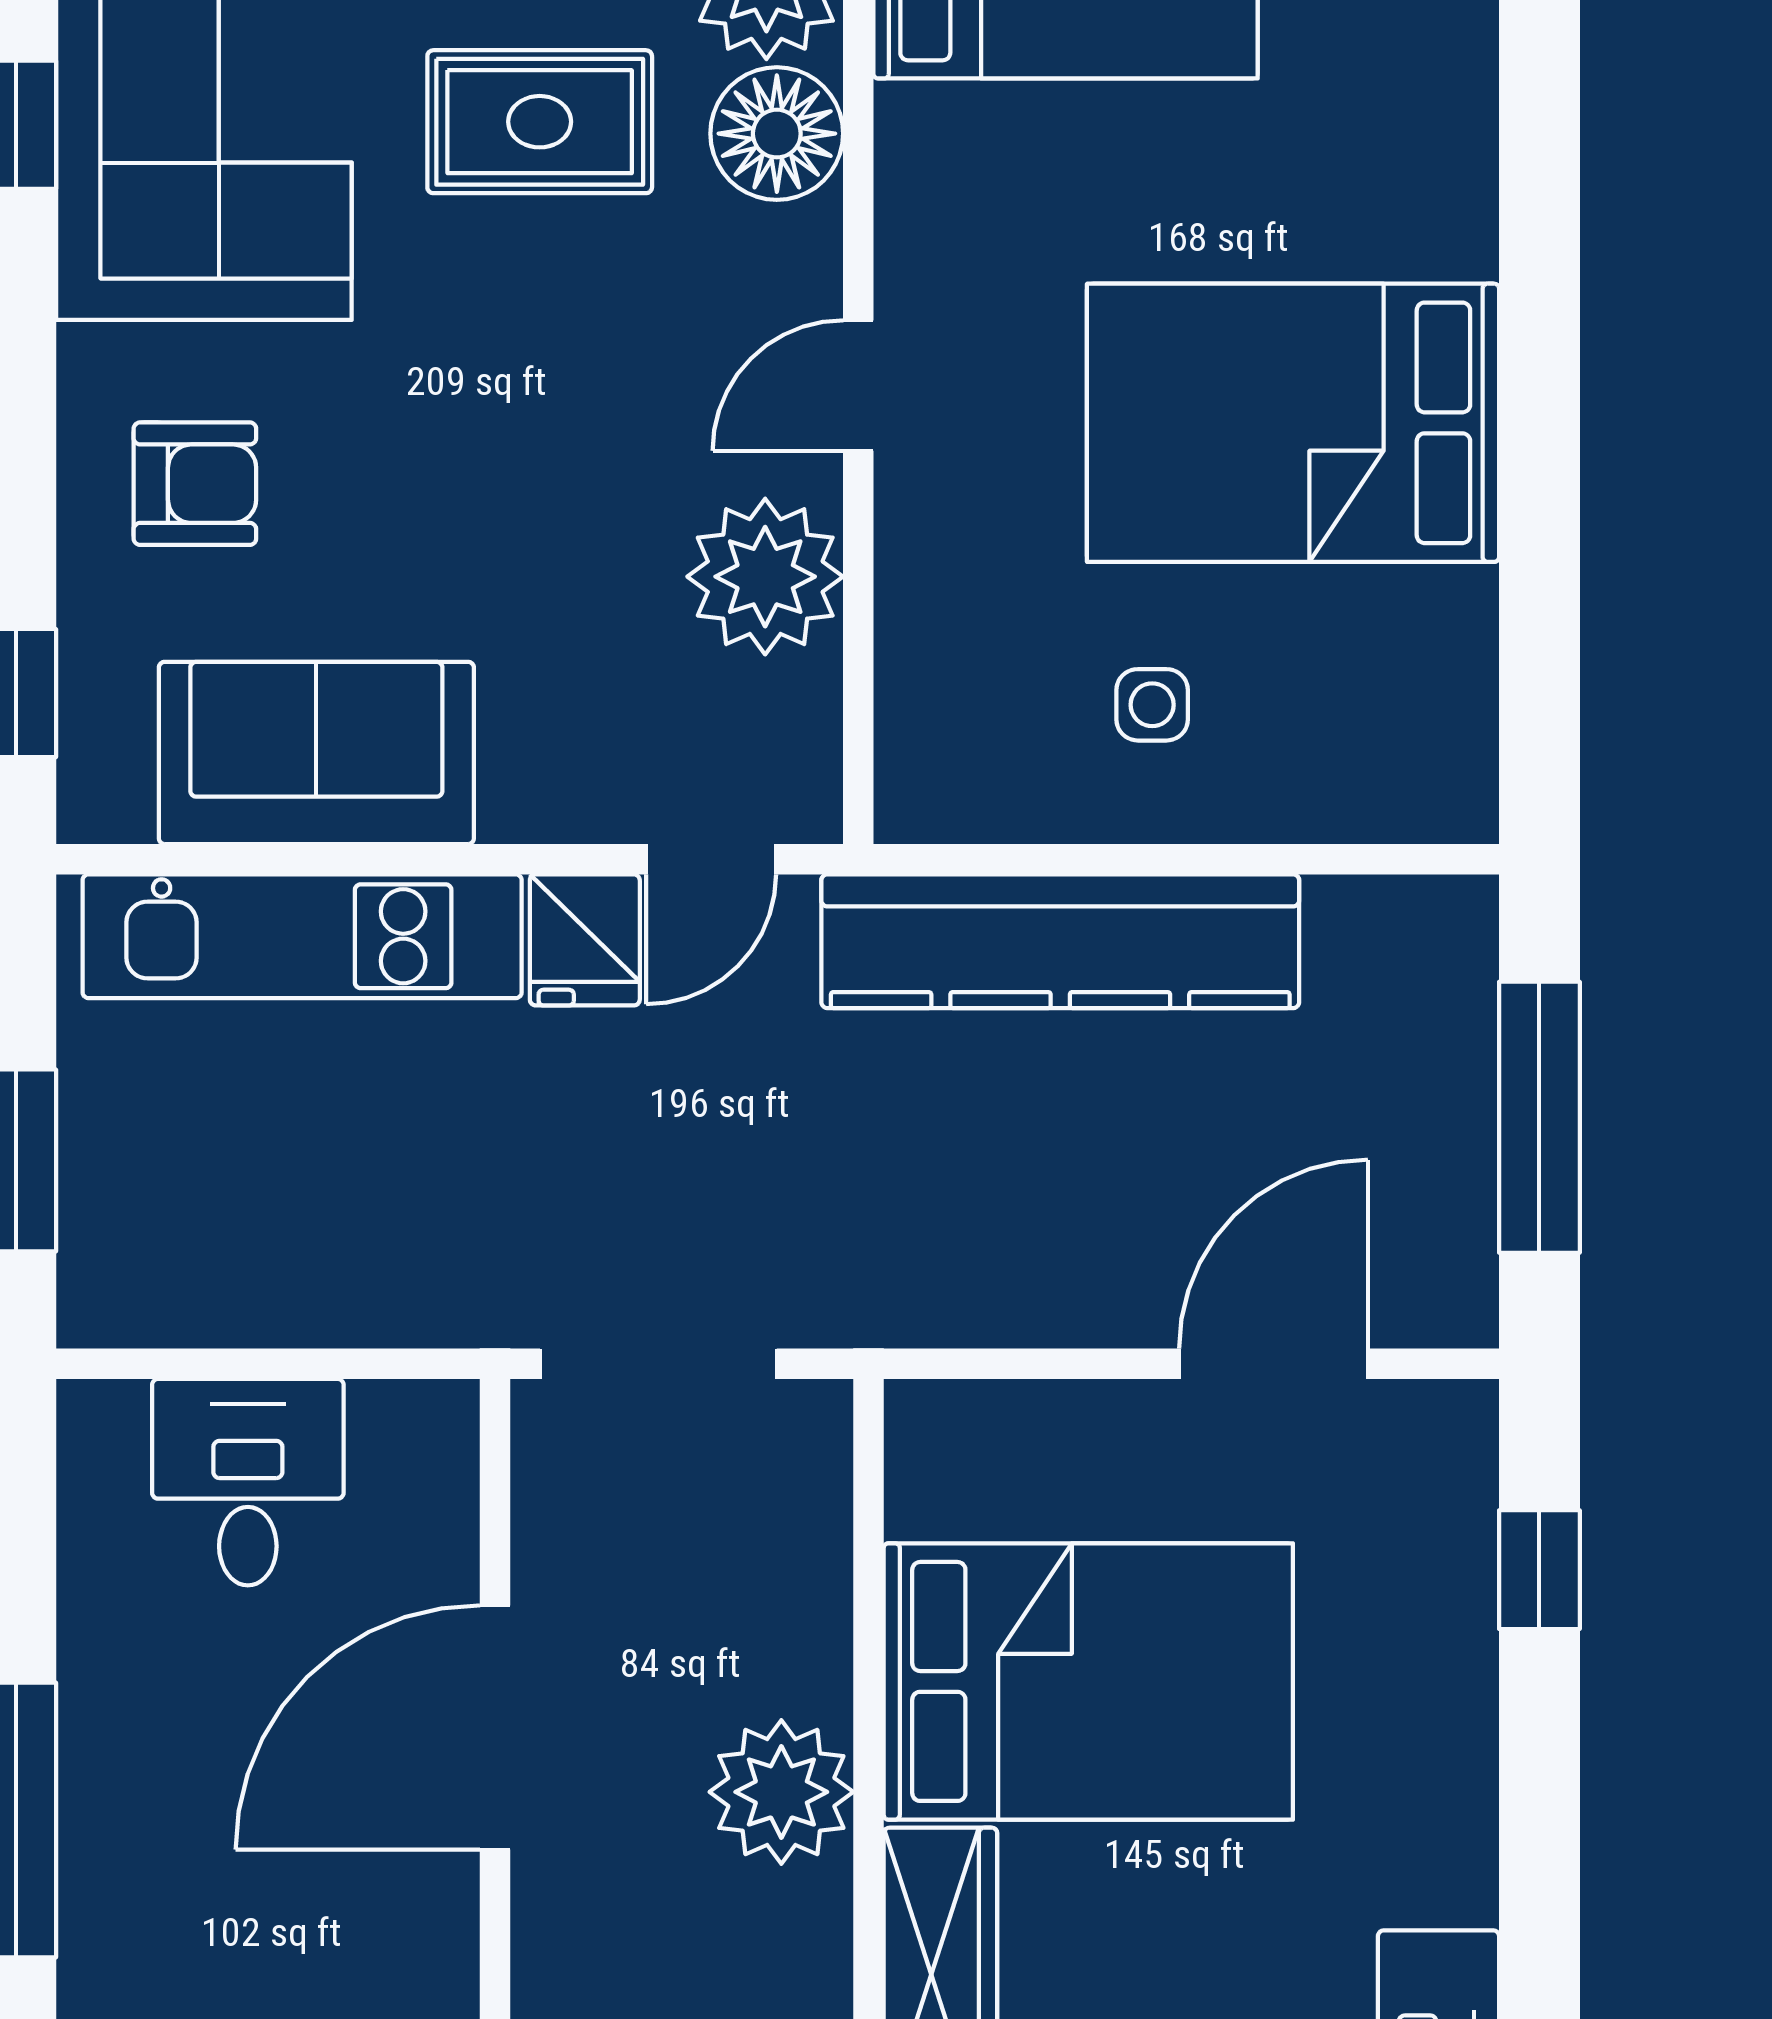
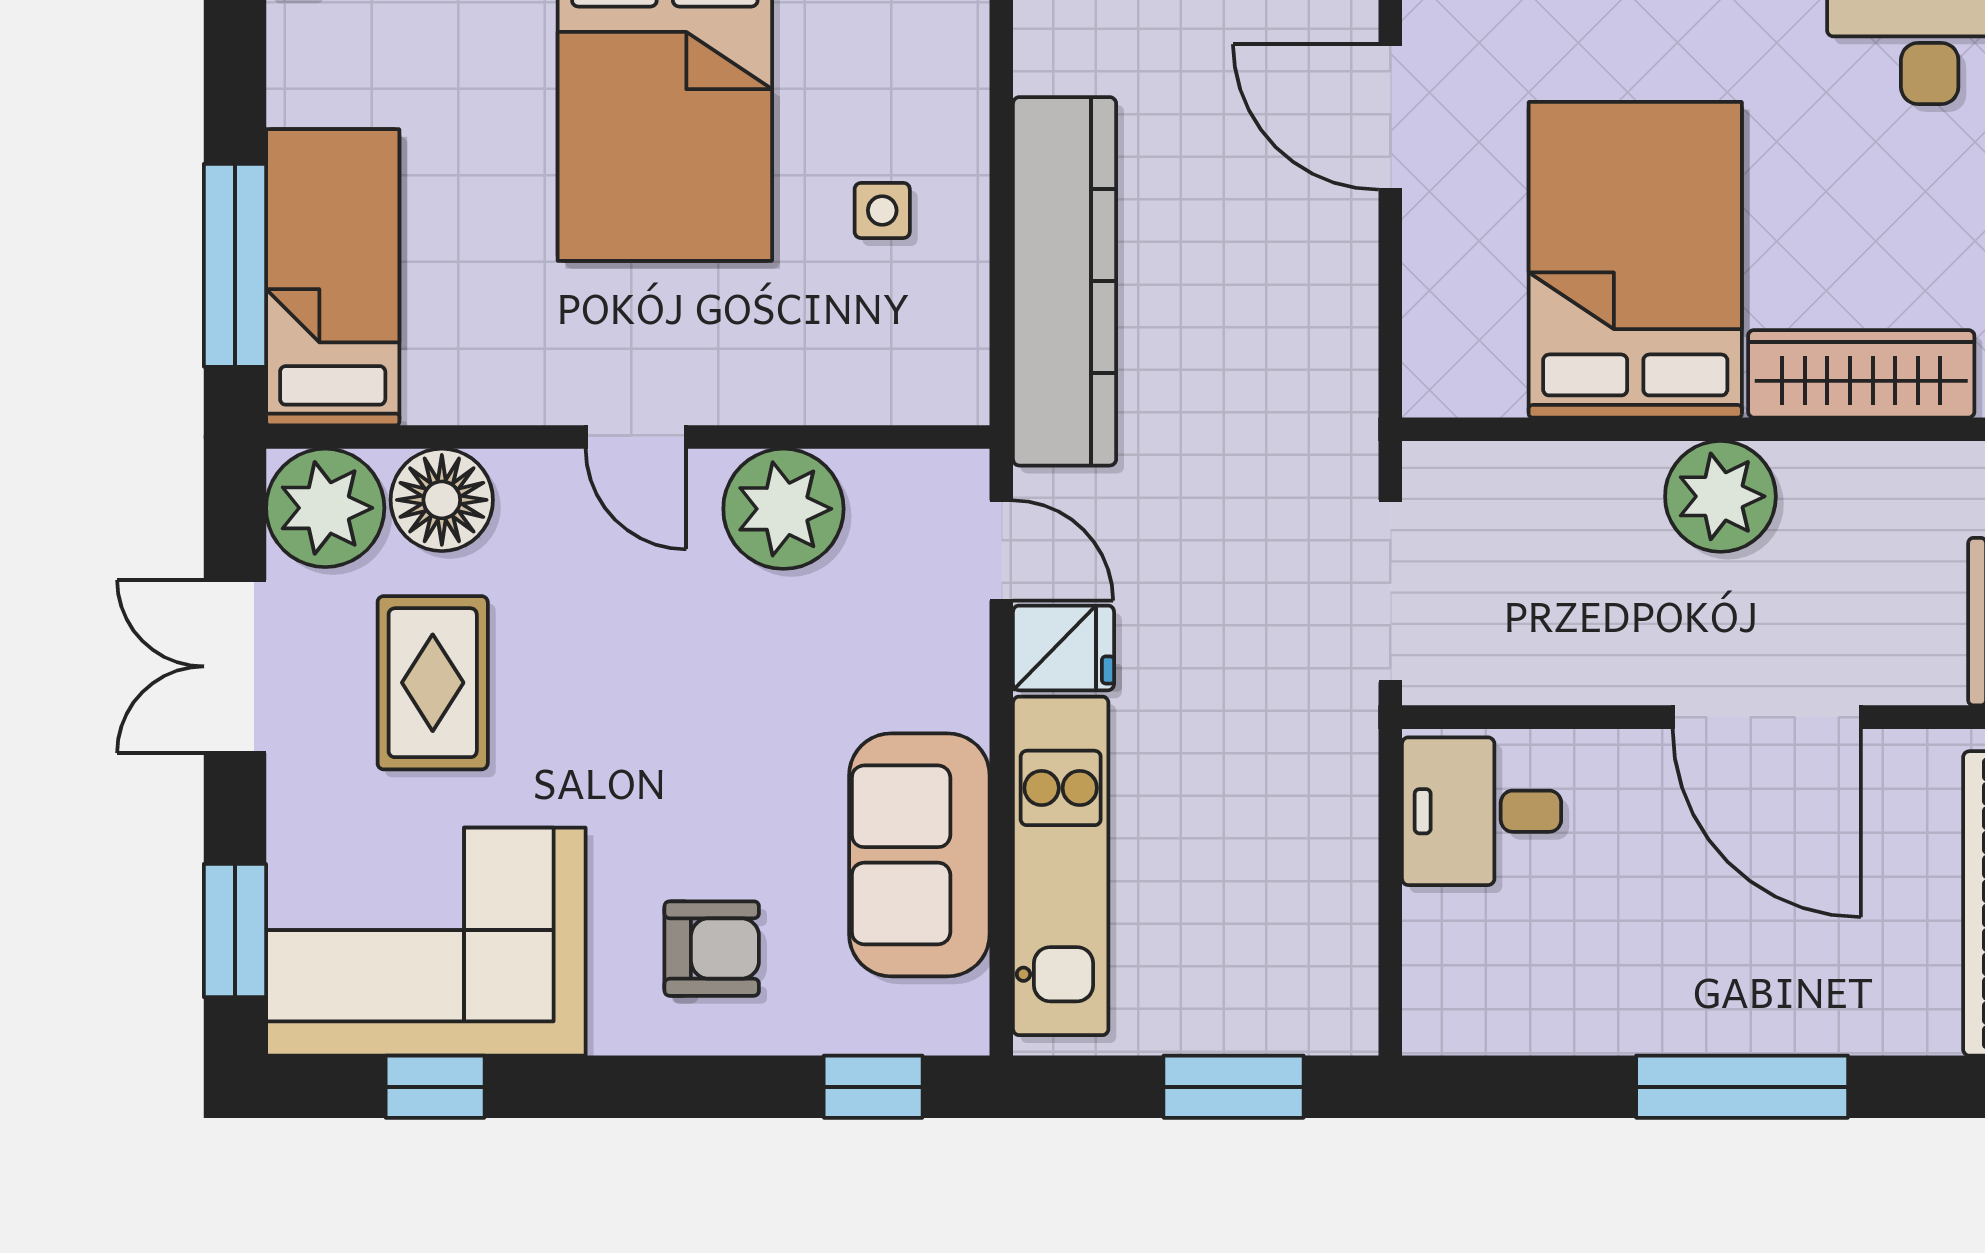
armchair: (195, 484) -> (712, 949), turned 90
desk: (248, 1482) -> (1482, 811), moved
door: (495, 1727) -> (1767, 717), moved

